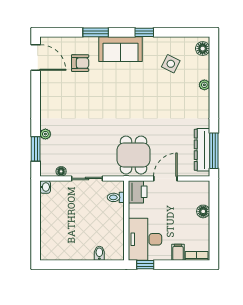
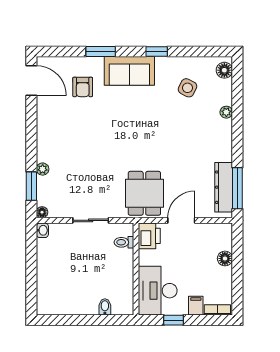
armchair: (80, 63) -> (83, 87), turned 90
floor lamp: (61, 171) -> (42, 212), moved
window: (145, 265) -> (174, 320), moved

